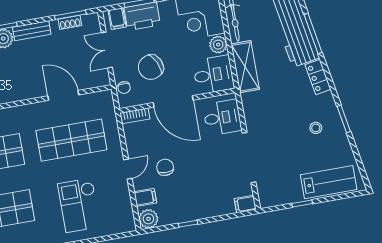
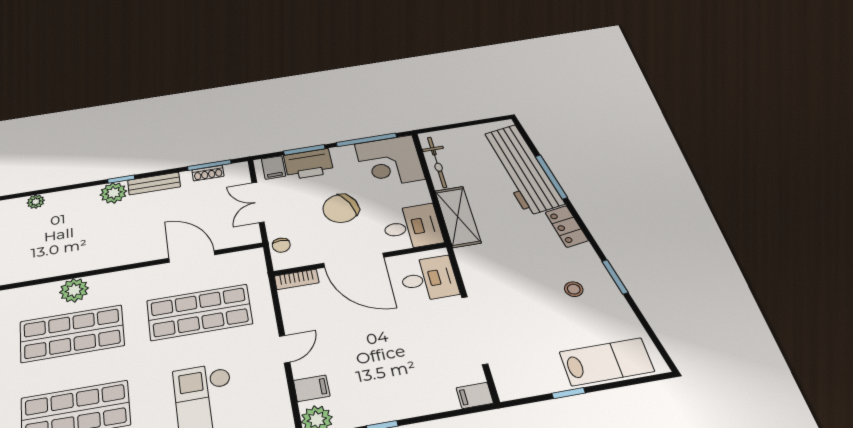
plant: (218, 45) -> (417, 192), removed
chair: (151, 67) -> (341, 208), moved
chair: (165, 167) -> (343, 346), removed

